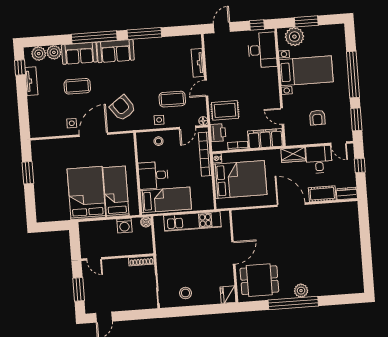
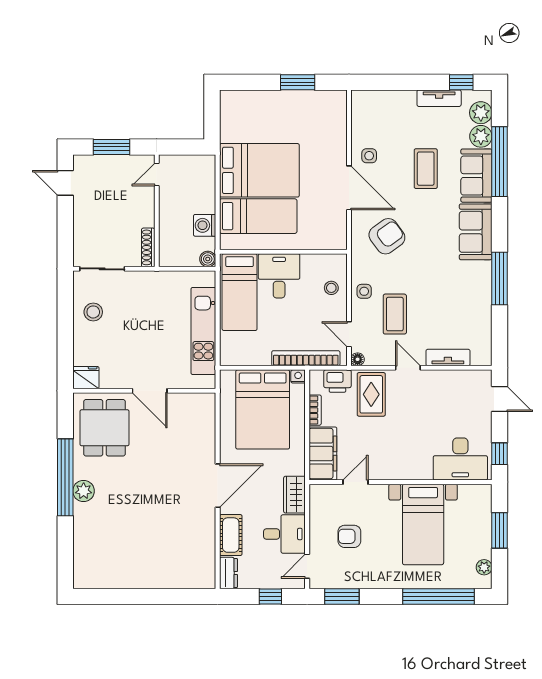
window: (94, 37) -> (499, 162), moved
plant: (294, 37) -> (484, 567), moved, width x0.53, depth x0.53
window: (353, 74) -> (439, 596), moved

